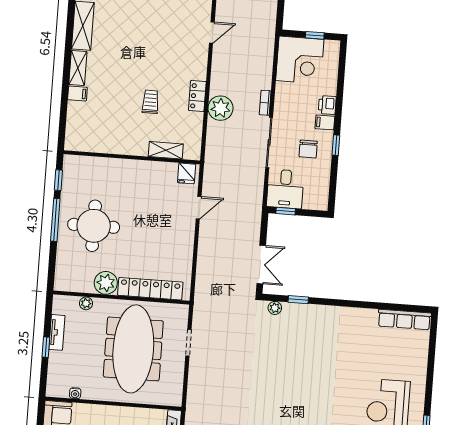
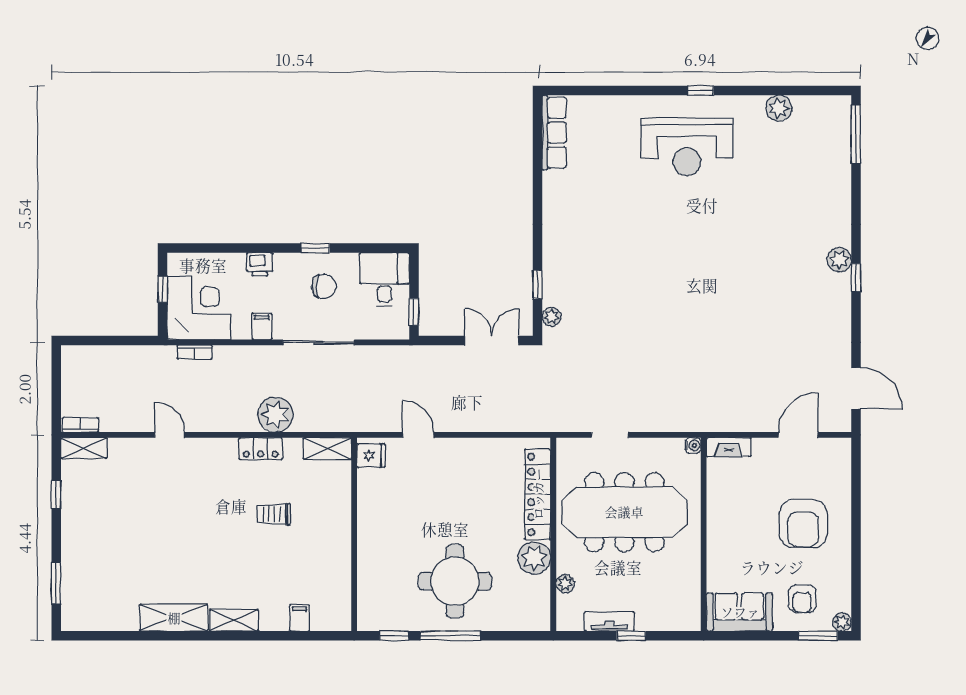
filing cabinet: (77, 94) -> (300, 618), moved
bookcase: (265, 103) -> (195, 352), moved
filing cabinet: (325, 122) -> (262, 326), moved, turned 180
shelving: (166, 150) -> (327, 449), moved, turned 90
desk: (285, 189) -> (384, 279), moved, turned -90
water cooler: (75, 393) -> (693, 445), moved

